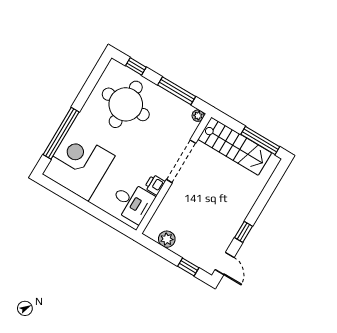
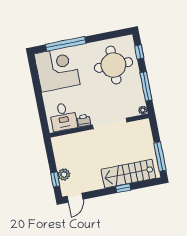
stairs: (235, 146) -> (128, 174), moved, turned 90
window: (244, 232) -> (123, 188), moved
plant: (167, 239) -> (64, 175), moved

